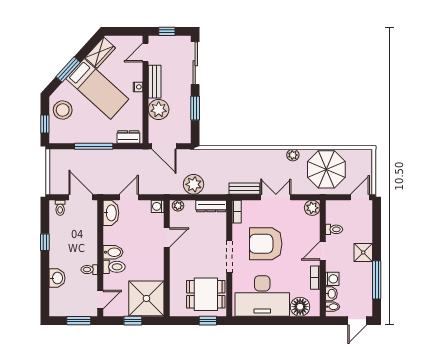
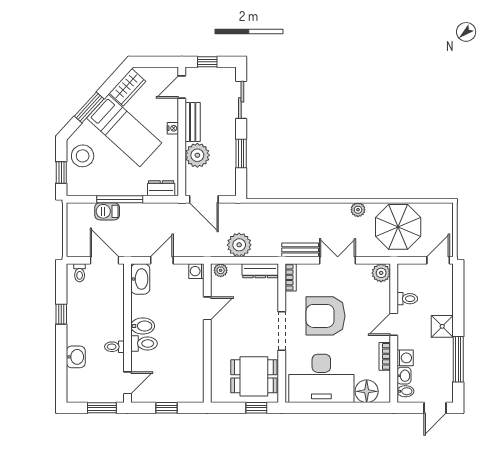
sliding door: (195, 63) -> (241, 100), width x0.73
barbecue: (83, 156) -> (107, 211), added
shower: (146, 298) -> (183, 381), removed

